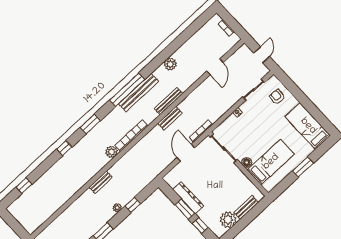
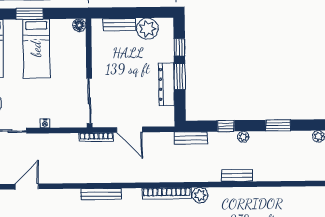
bench: (170, 118) -> (191, 138), moved
door: (186, 153) -> (129, 130), hinge flipped
floor lamp: (247, 162) -> (79, 25), moved
bed: (271, 162) -> (36, 49), moved, turned -90

